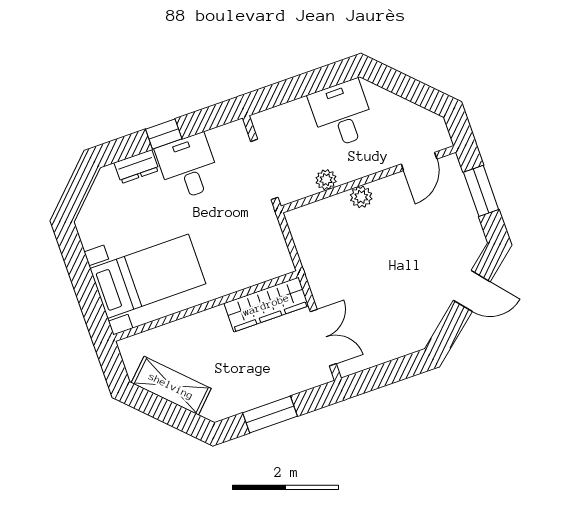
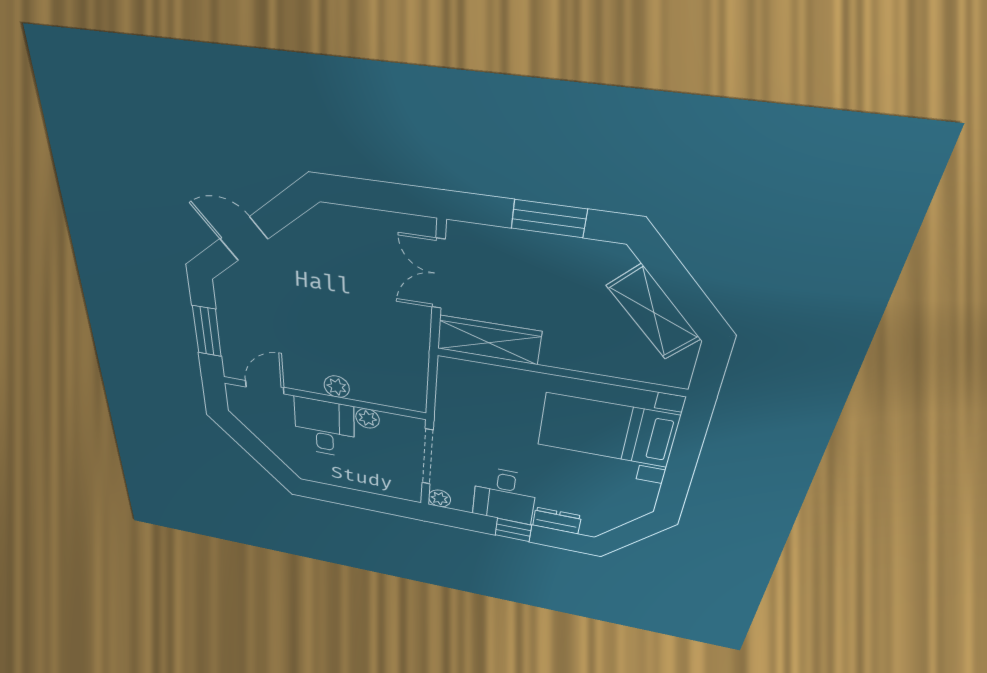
desk: (342, 114) -> (324, 428), moved, turned 180
plant: (237, 130) -> (439, 498), added

